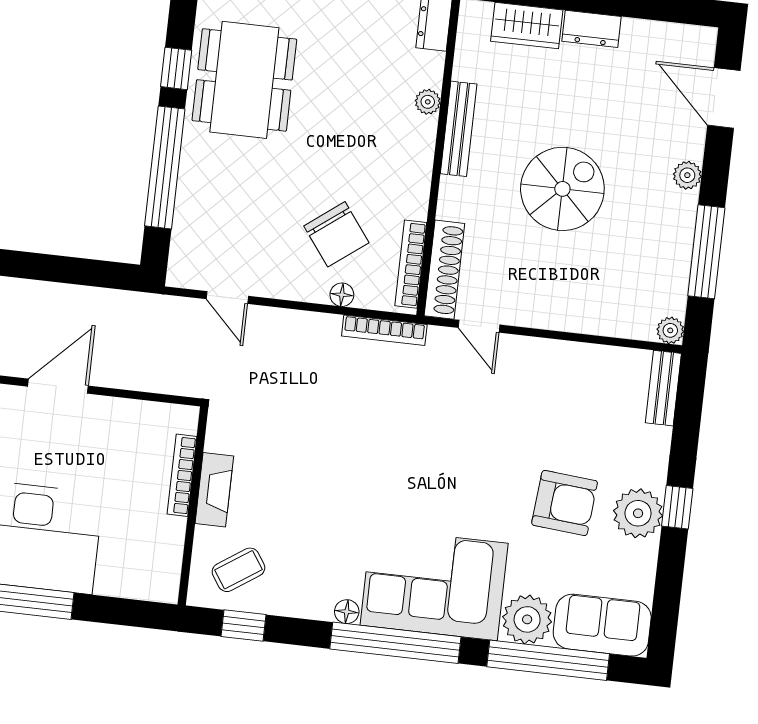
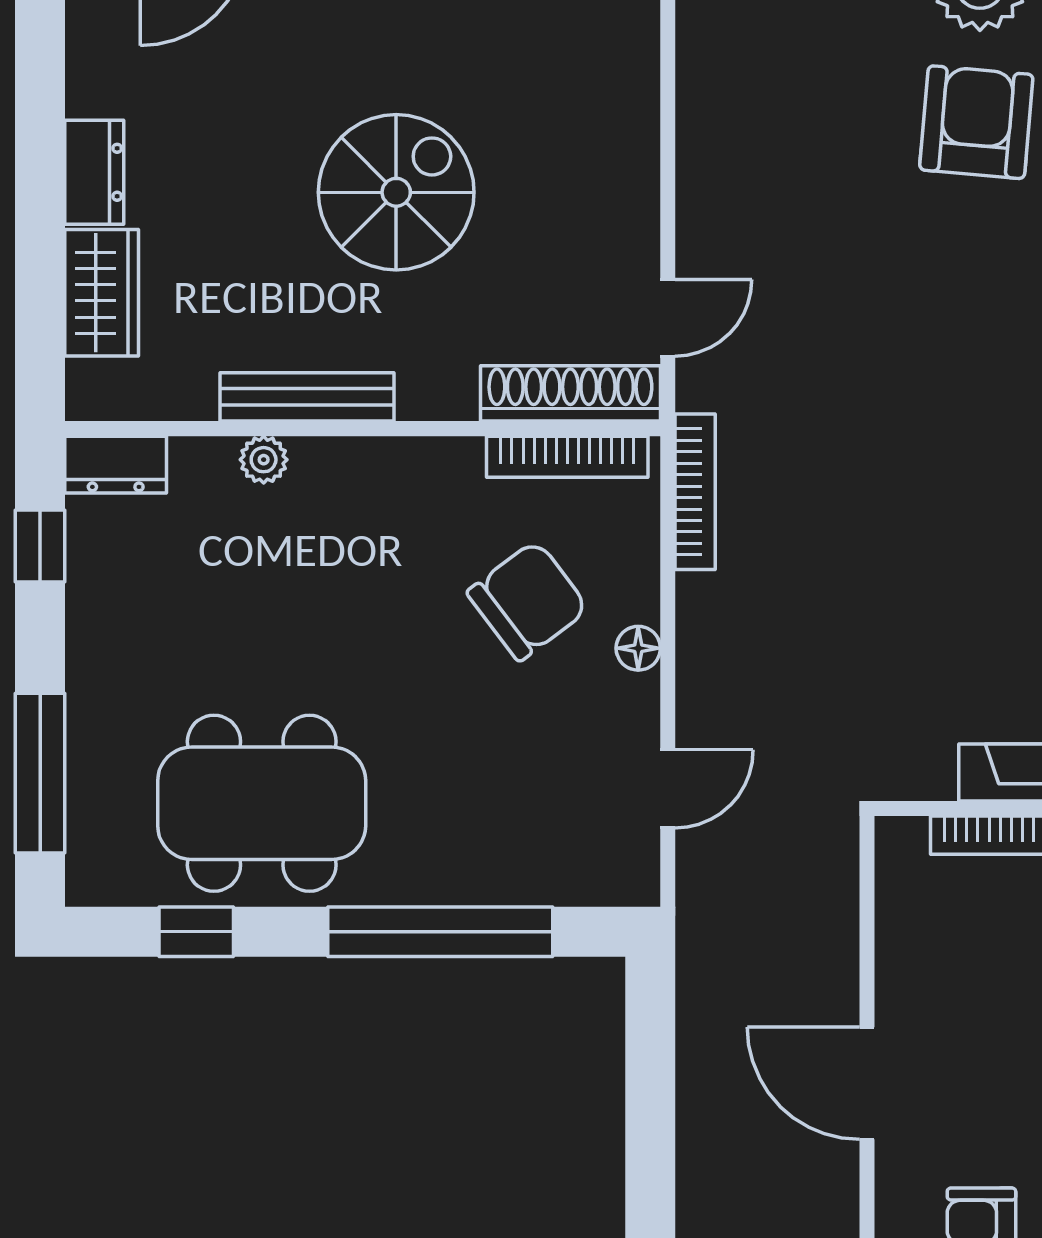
window: (176, 68) -> (196, 932), moved
spiral stairs: (562, 189) -> (396, 192), turned 90
floor lamp: (342, 295) -> (638, 648), moved

